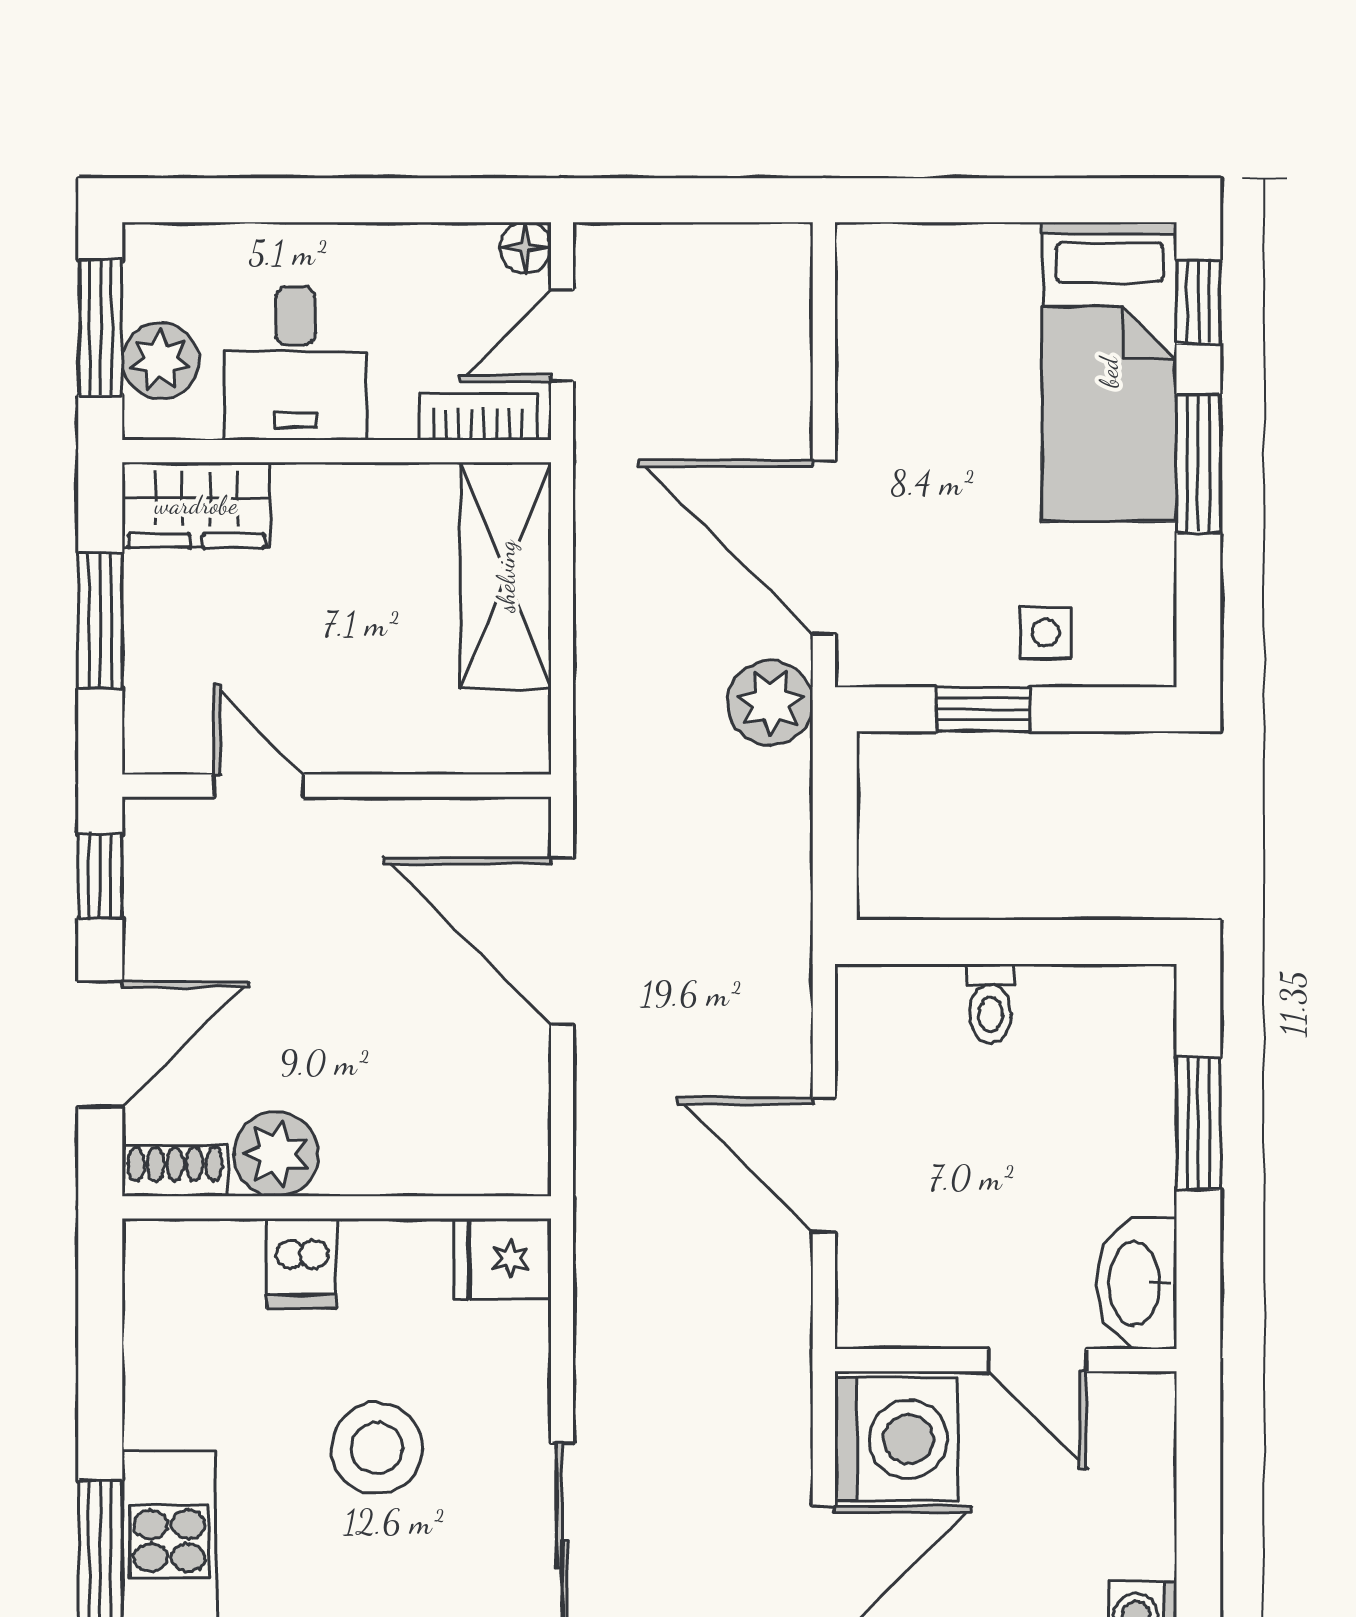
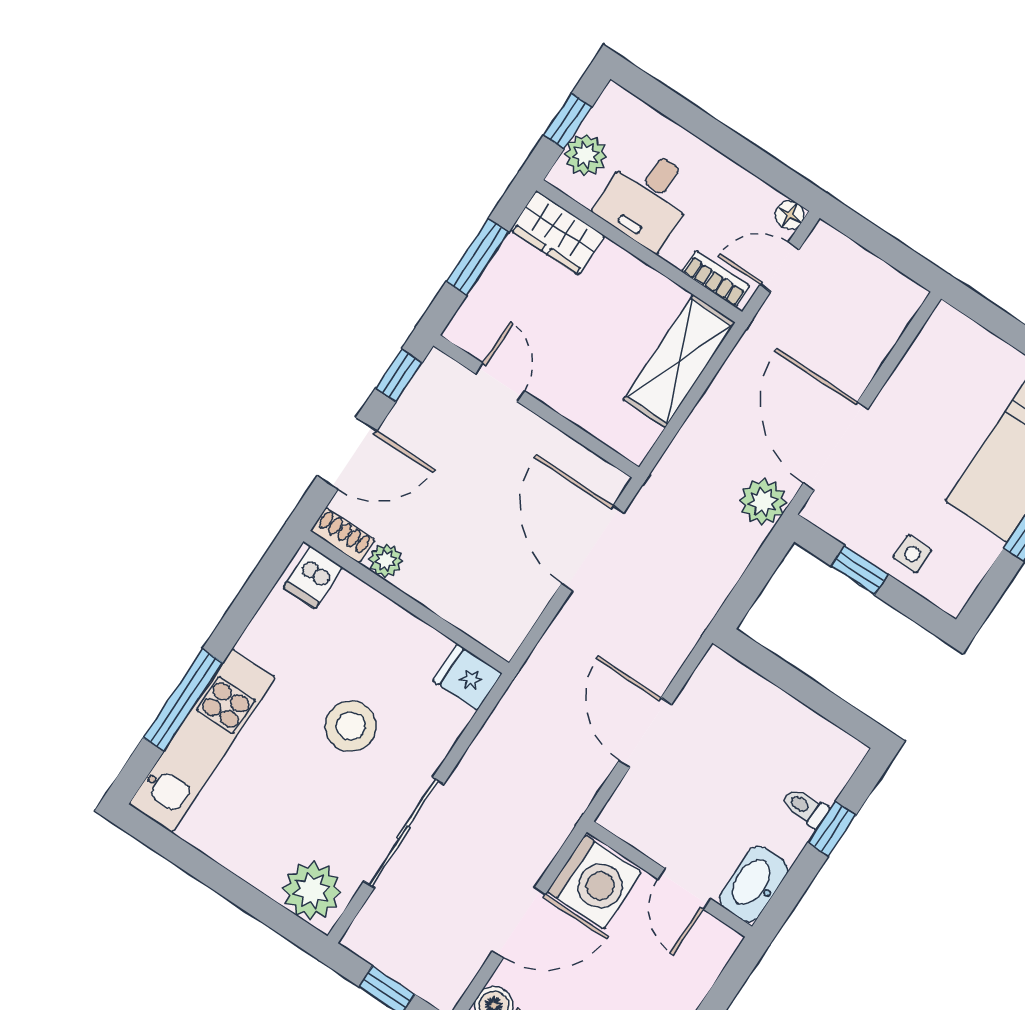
window: (100, 328) -> (568, 121), width x0.67
toilet: (990, 1003) -> (805, 807), moved, turned 90
window: (1198, 1123) -> (832, 829), width x0.67
plant: (276, 1154) -> (386, 560), width x0.73, depth x0.73
dishwasher: (301, 1263) -> (313, 577), moved

